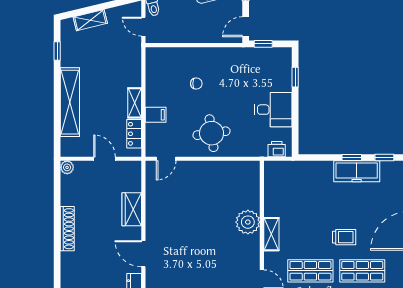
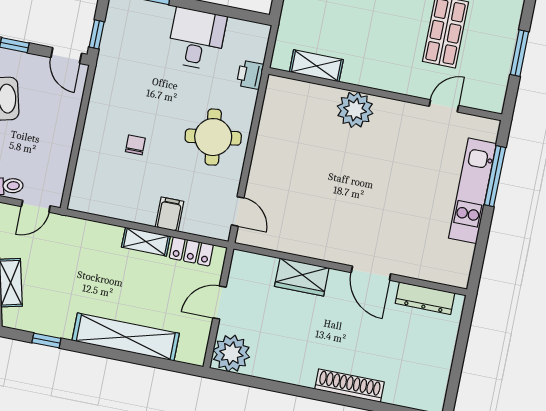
printer: (277, 149) -> (250, 75), moved
plant: (67, 167) -> (231, 353), width x1.88, depth x1.88
shoe rack: (67, 229) -> (349, 386), moved
shelving: (271, 234) -> (316, 66), moved
door: (143, 254) -> (371, 273), hinge flipped

